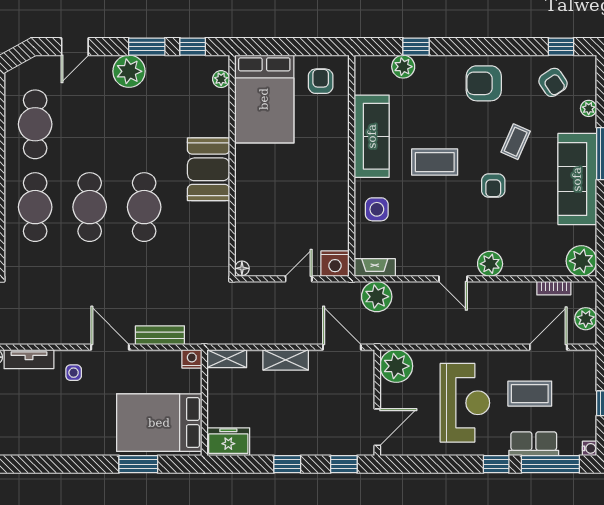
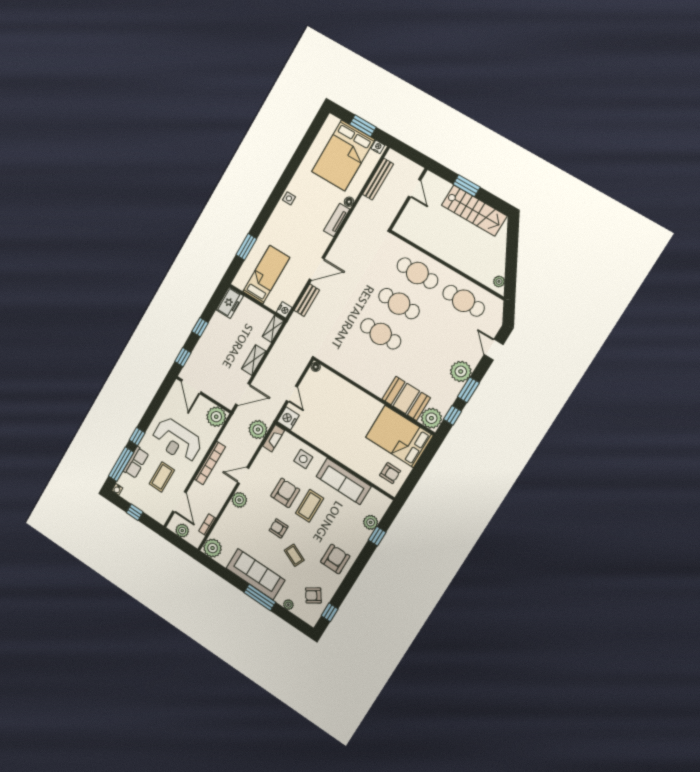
plant: (221, 79) -> (431, 418), width x1.88, depth x1.88
booth: (209, 169) -> (406, 398), moved
armchair: (439, 206) -> (285, 493), added
bookcase: (466, 336) -> (210, 463), added
side table: (74, 373) -> (289, 198), moved
bed: (159, 423) -> (266, 275), width x0.67

